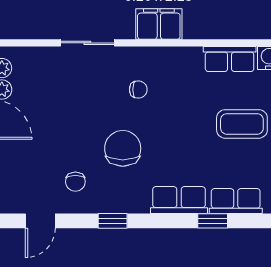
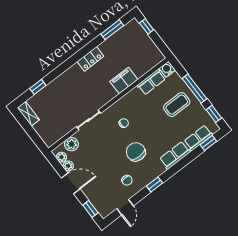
filing cabinet: (159, 24) -> (124, 80), moved
plant: (33, 60) -> (71, 144), added
window: (213, 221) -> (208, 143), moved

